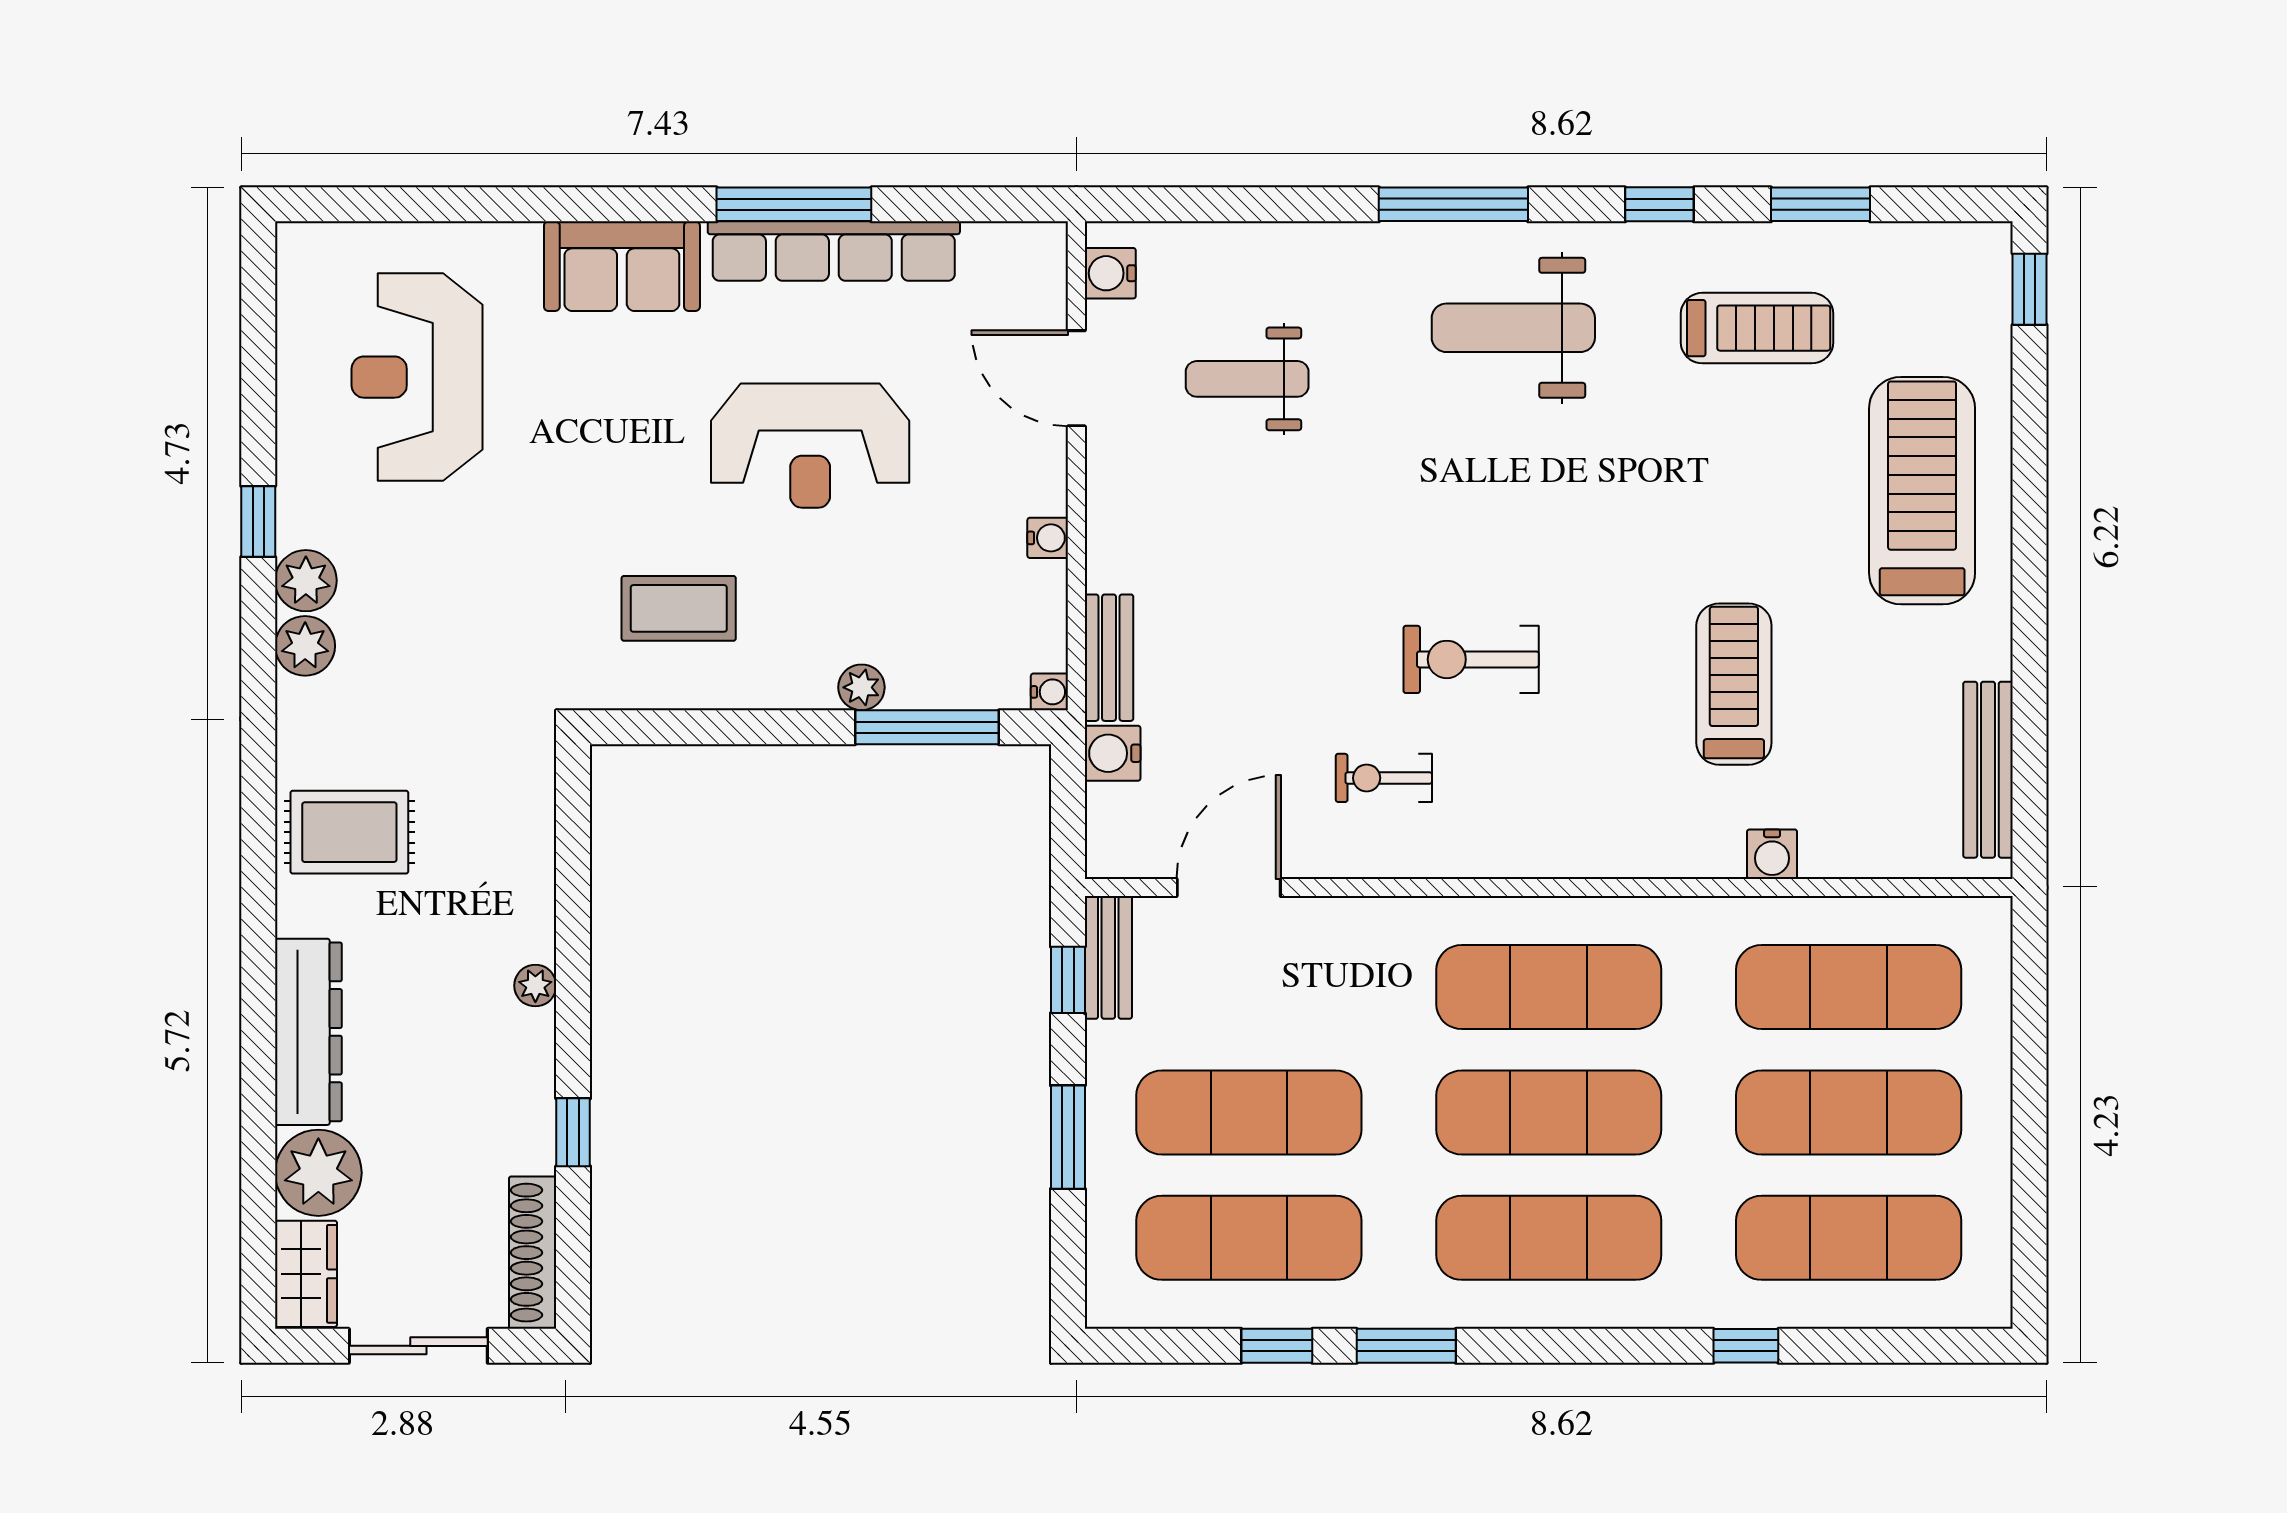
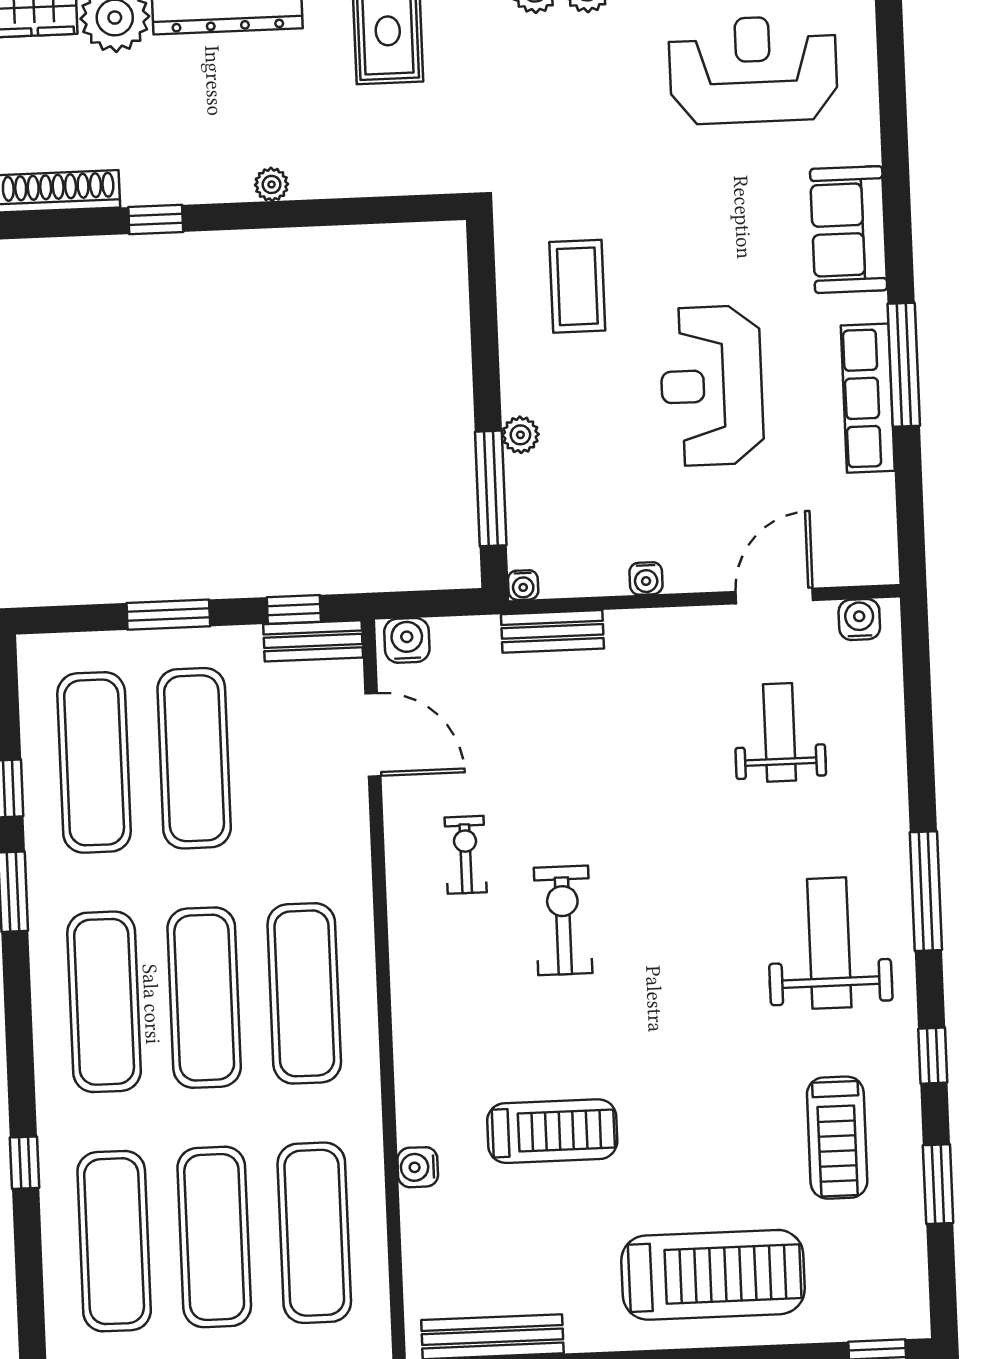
row of seats: (834, 251) -> (868, 398), width x0.73
water cooler: (1113, 753) -> (407, 640), moved

